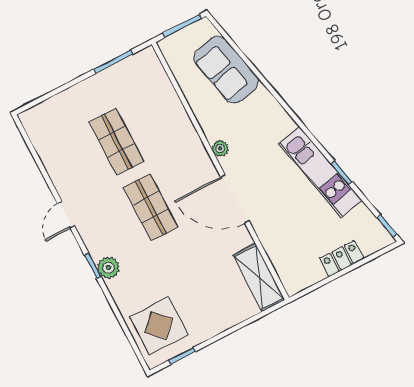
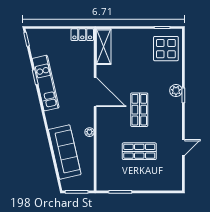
sofa: (226, 70) -> (65, 152), width x1.36
shop shelf: (117, 142) -> (139, 151), turned 90
plant: (220, 149) -> (89, 132), moved
door: (66, 215) -> (183, 148), moved
locker: (342, 259) -> (82, 35), moved

